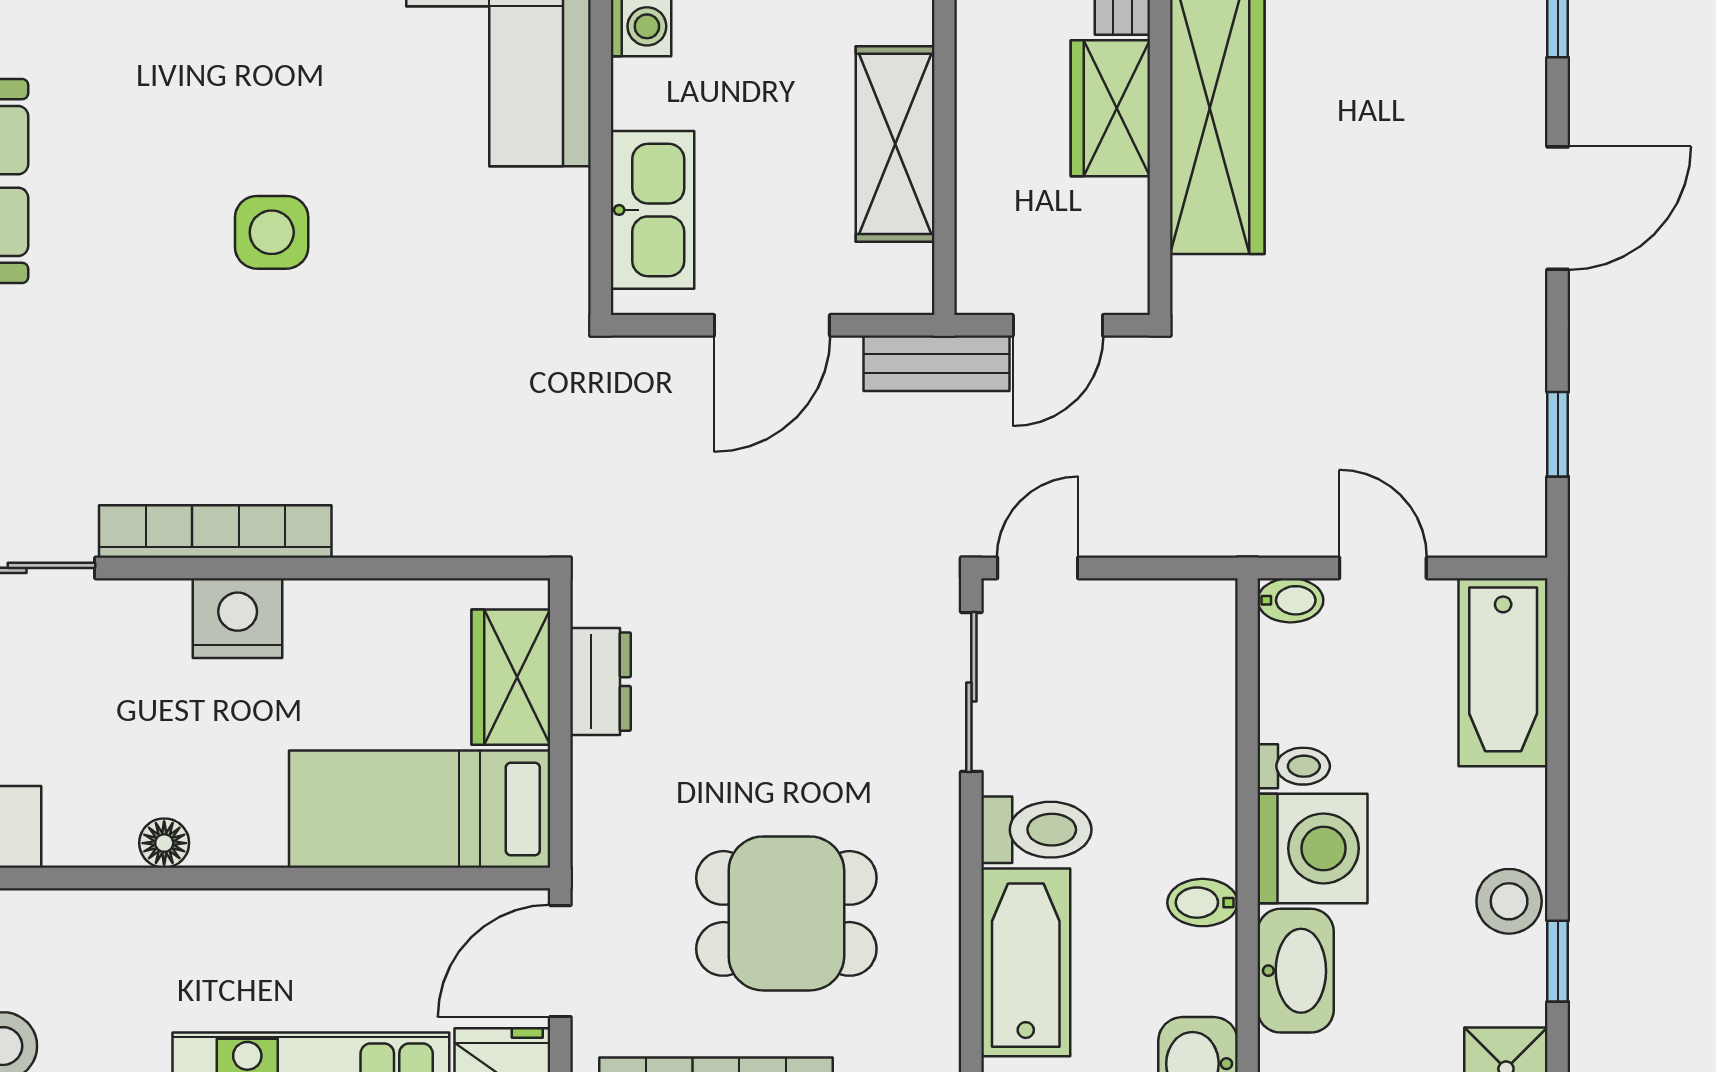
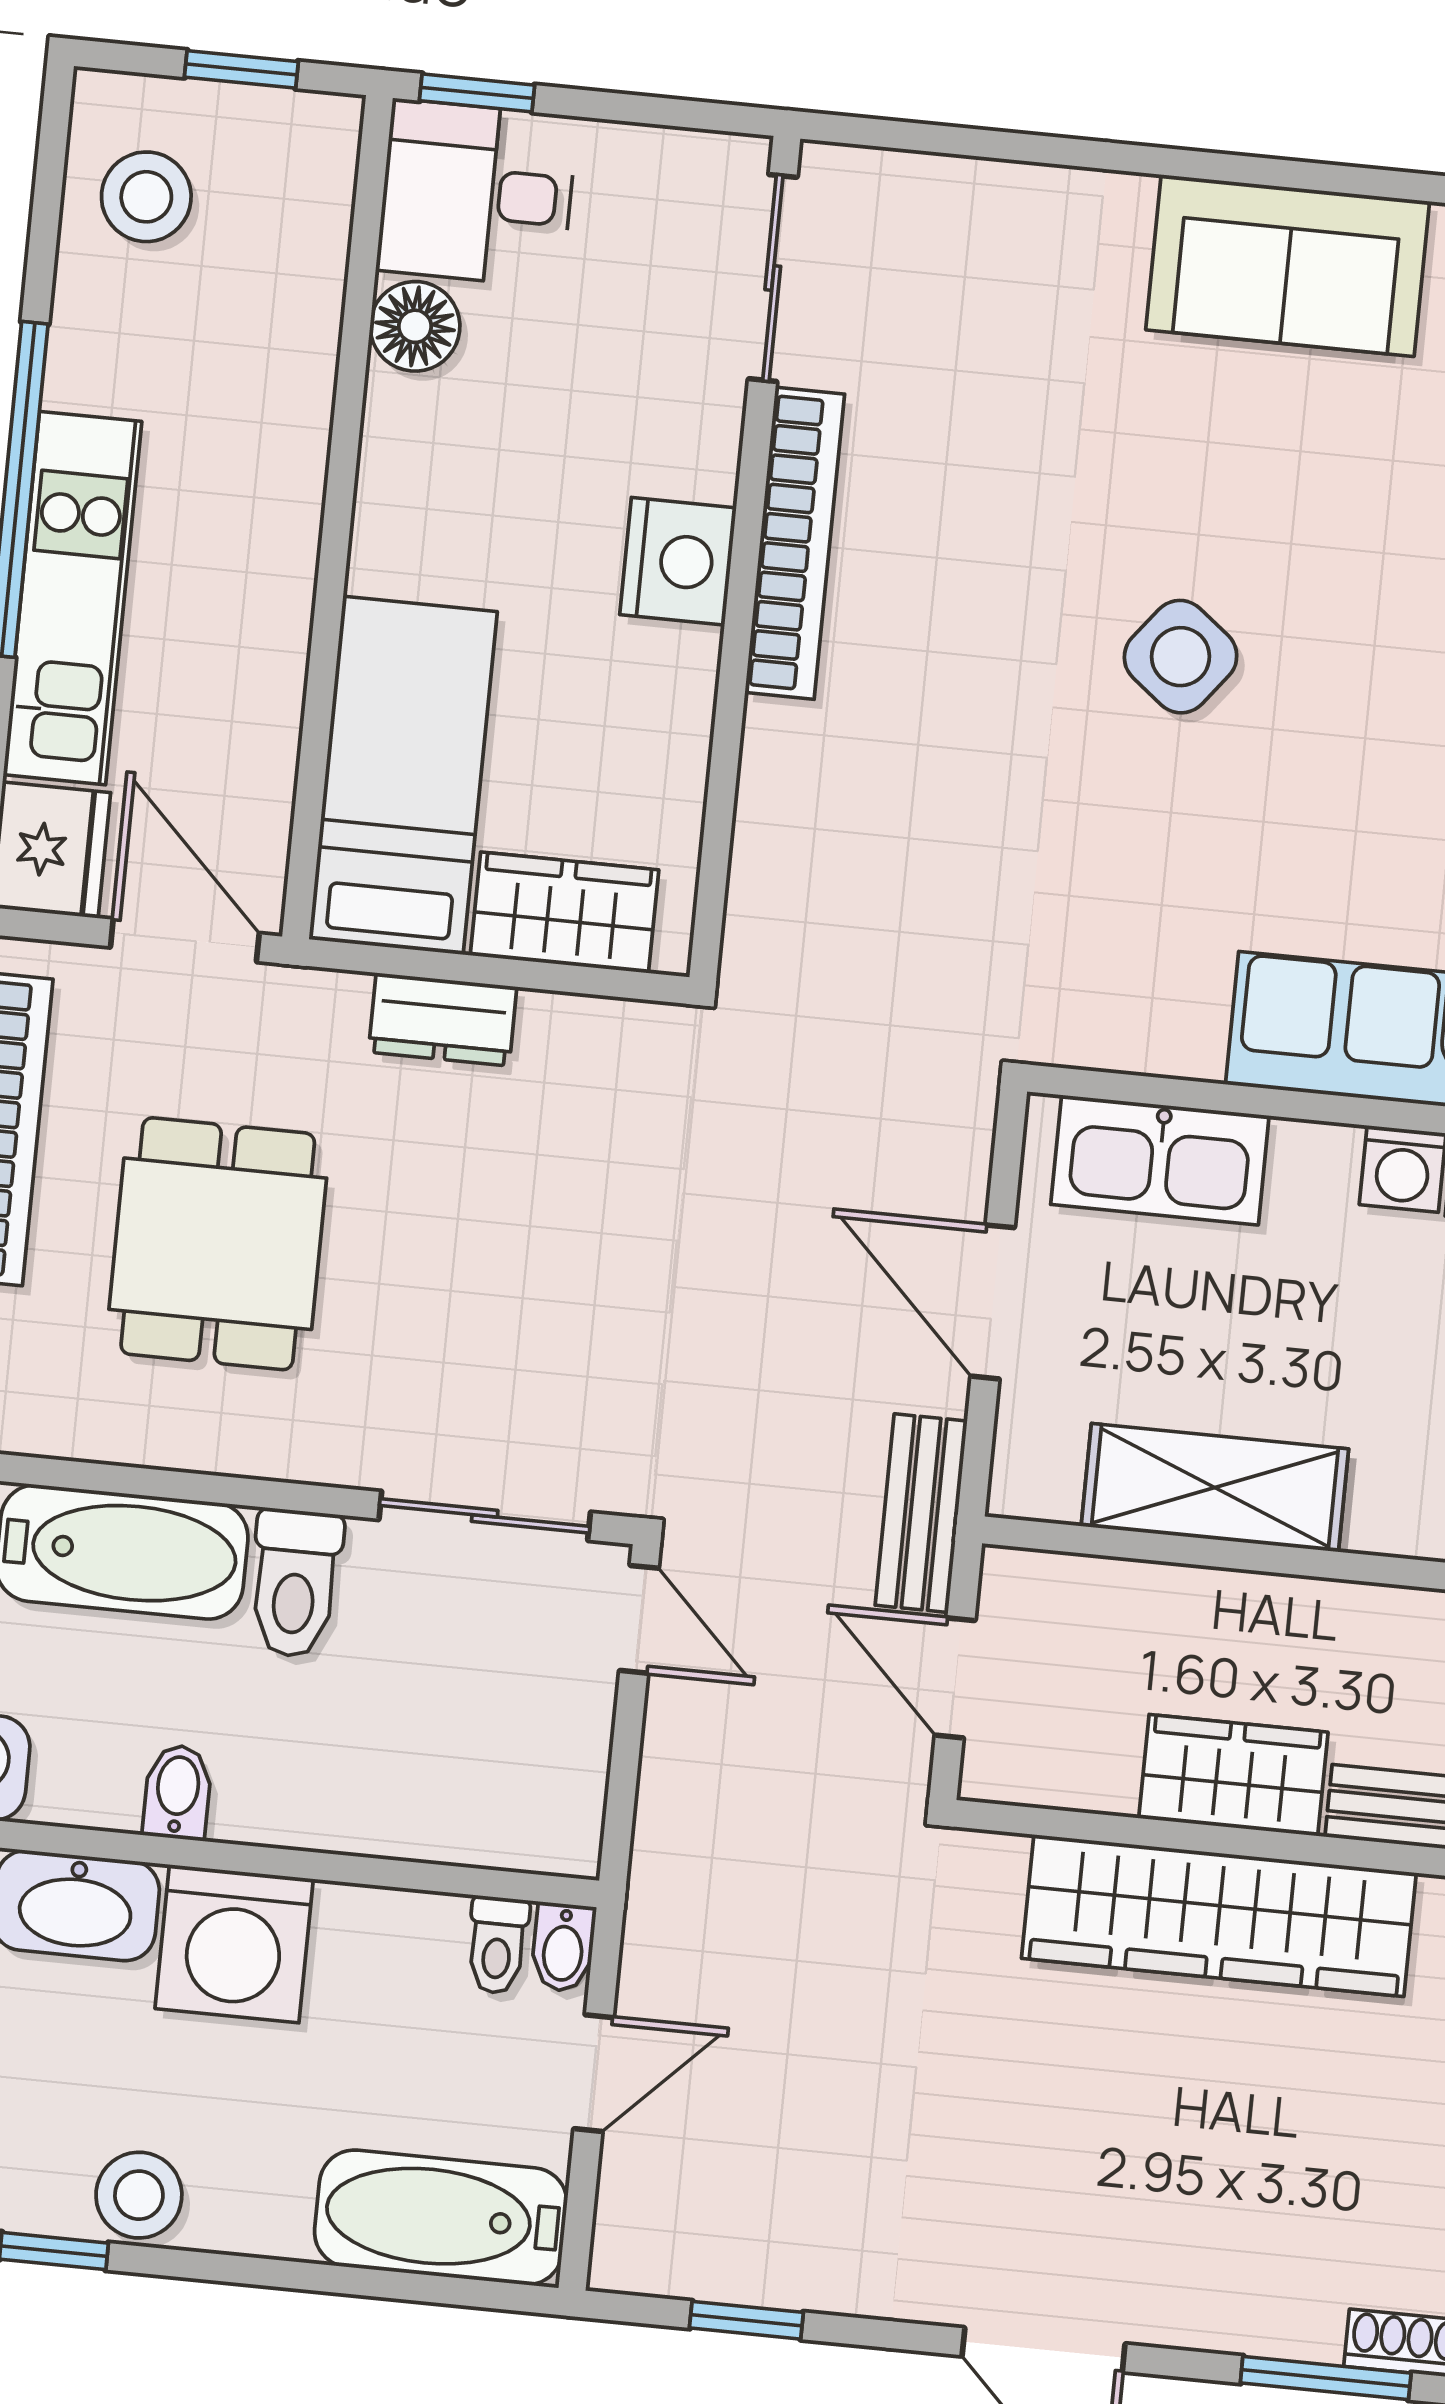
side table: (272, 232) -> (1181, 657), turned 38
dresser: (601, 682) -> (443, 1019), moved
toilet: (1294, 766) -> (497, 1945), moved
floor lamp: (164, 843) -> (415, 326), moved, width x1.37, depth x1.37

